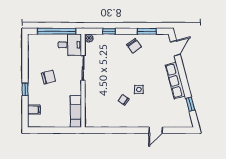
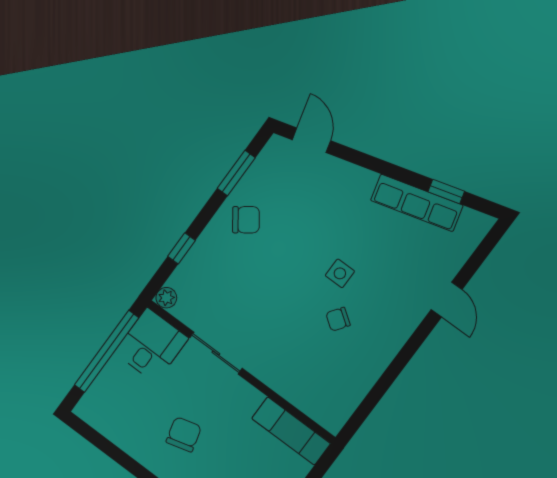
row of seats: (175, 81) -> (417, 203), moved

